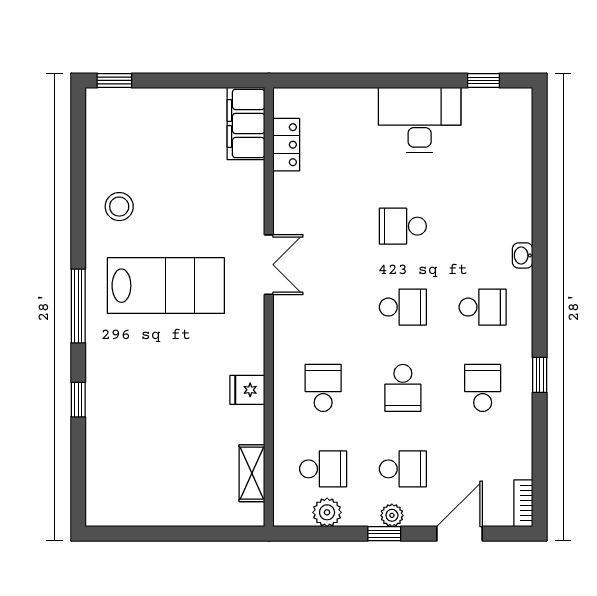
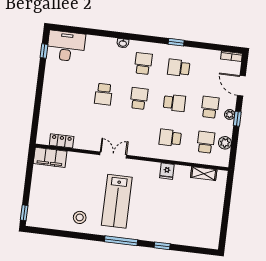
desk: (420, 120) -> (66, 46), moved, turned 90
lab bench: (166, 286) -> (117, 201), turned 180

